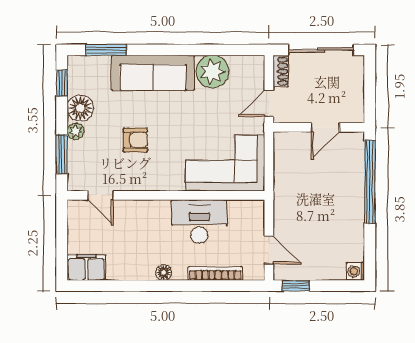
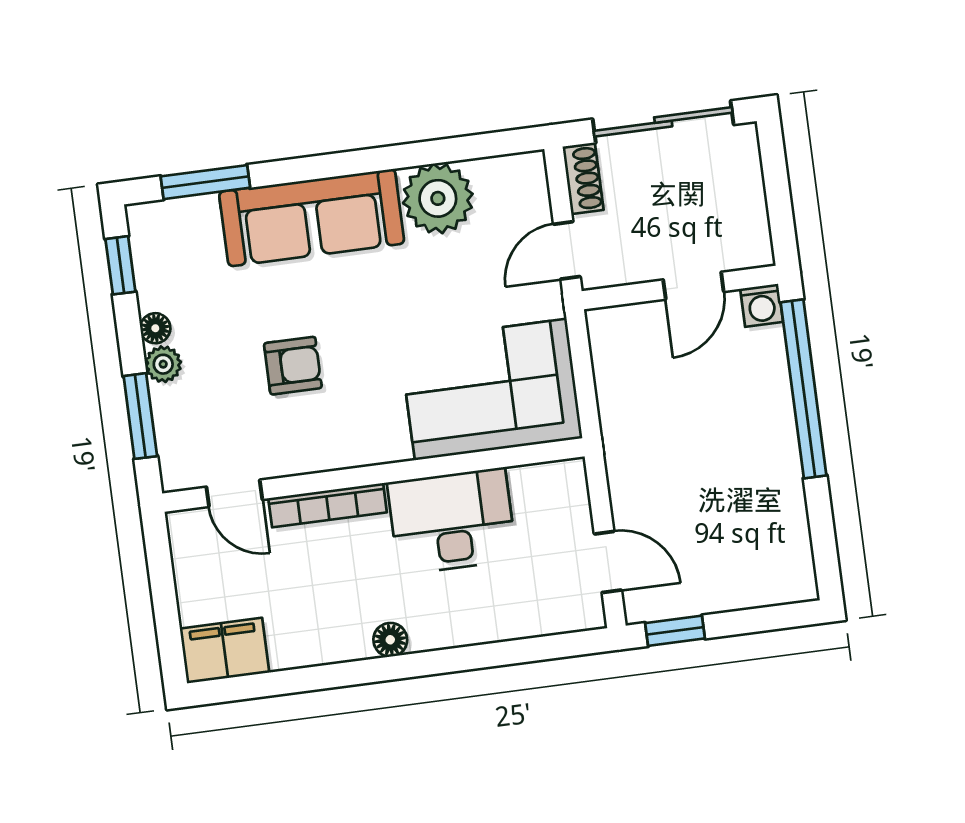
floor lamp: (80, 108) -> (155, 328), width x0.53, depth x0.53
washing machine: (356, 271) -> (762, 305), moved, turned -90
bookcase: (215, 273) -> (328, 505), moved, turned 180

